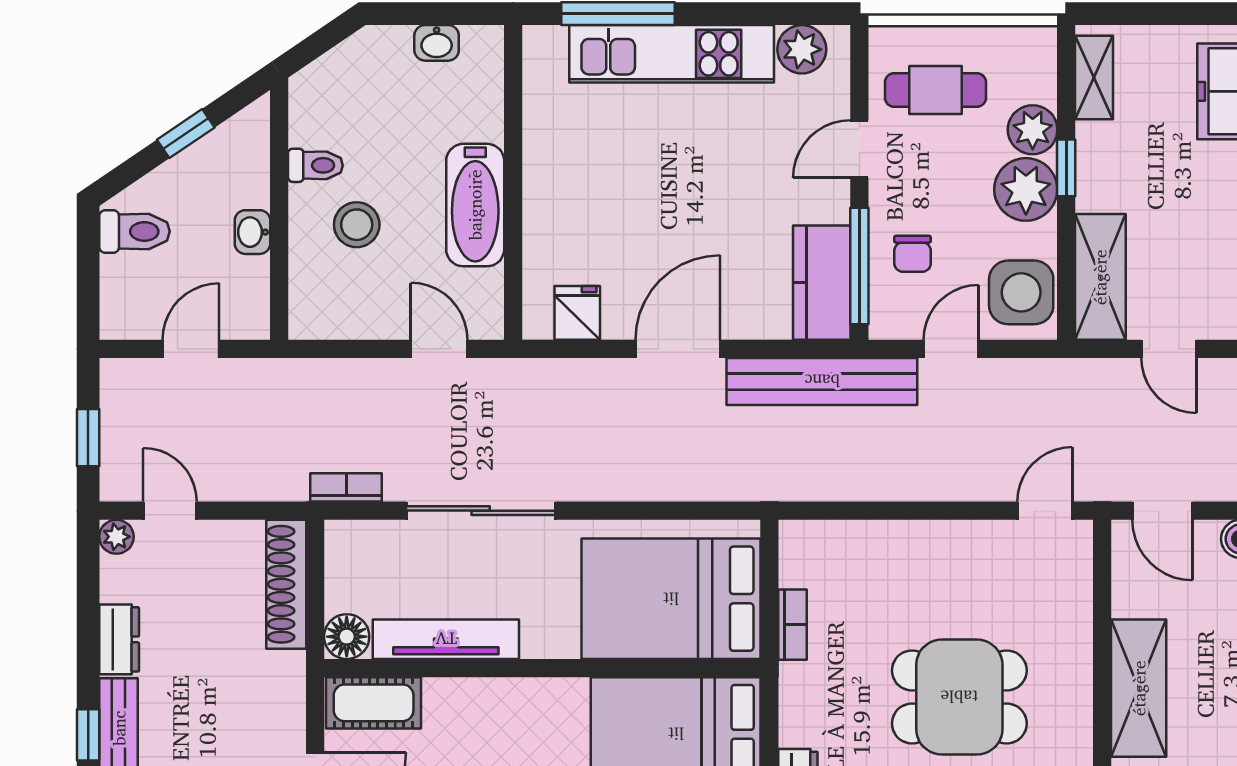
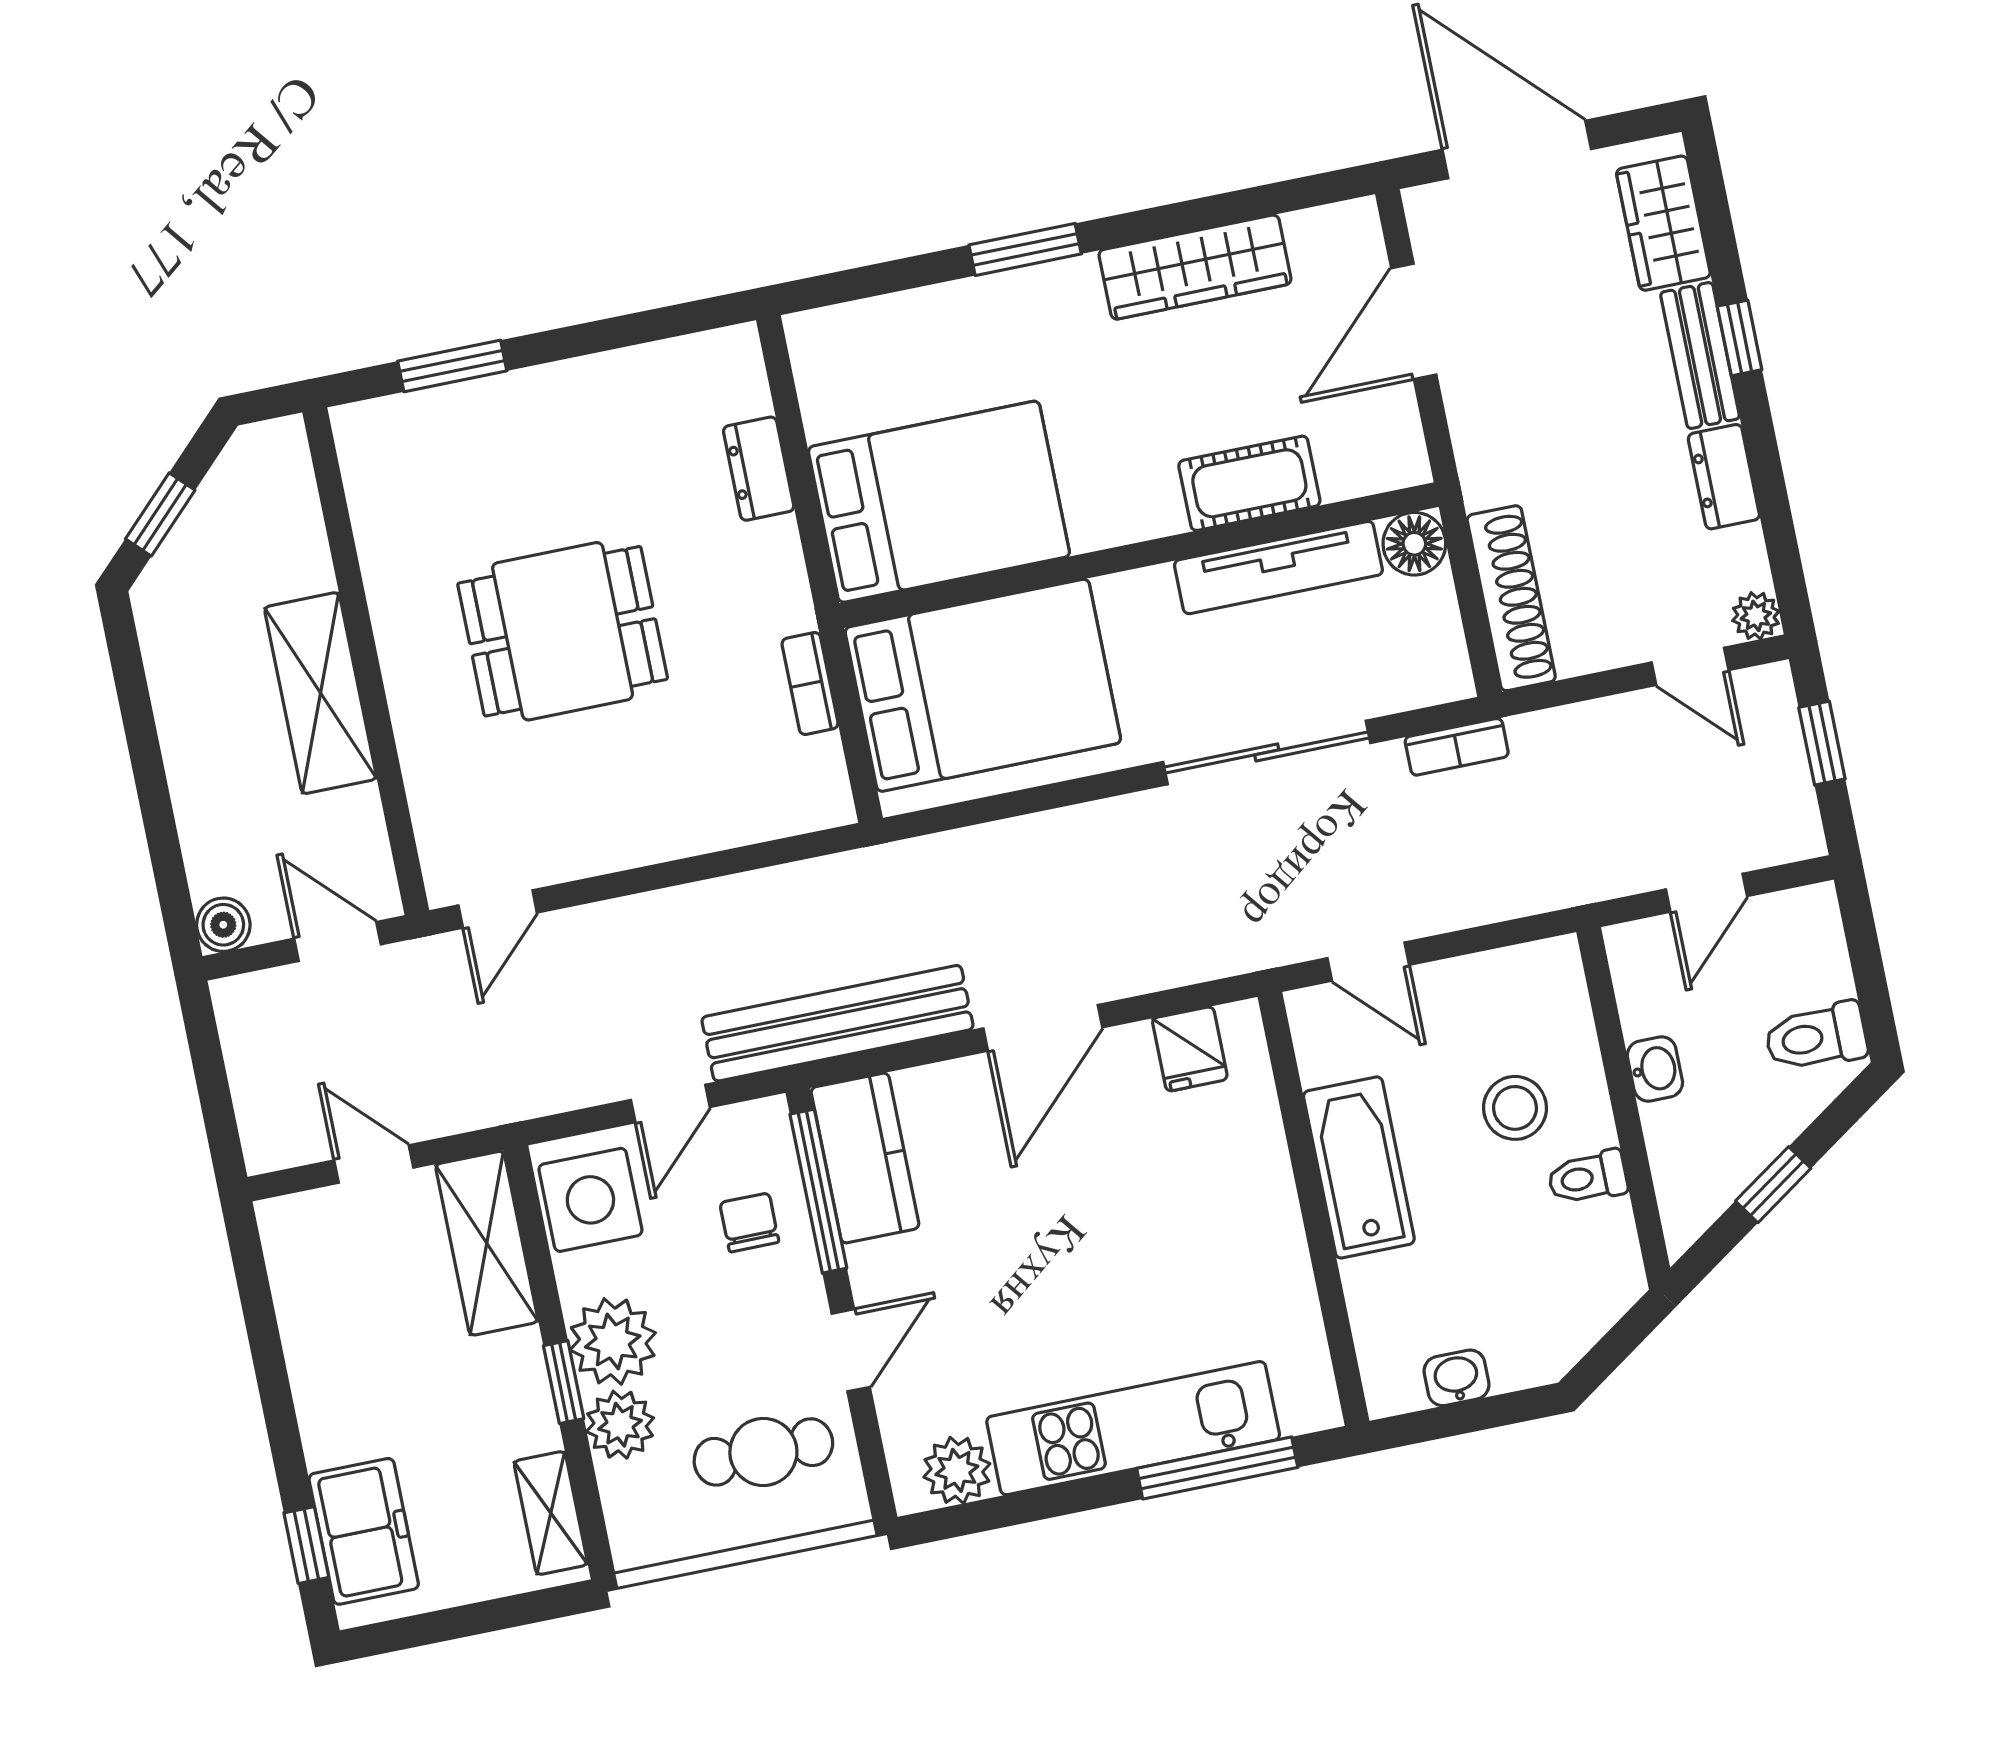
cot: (374, 703) -> (1249, 483), moved

